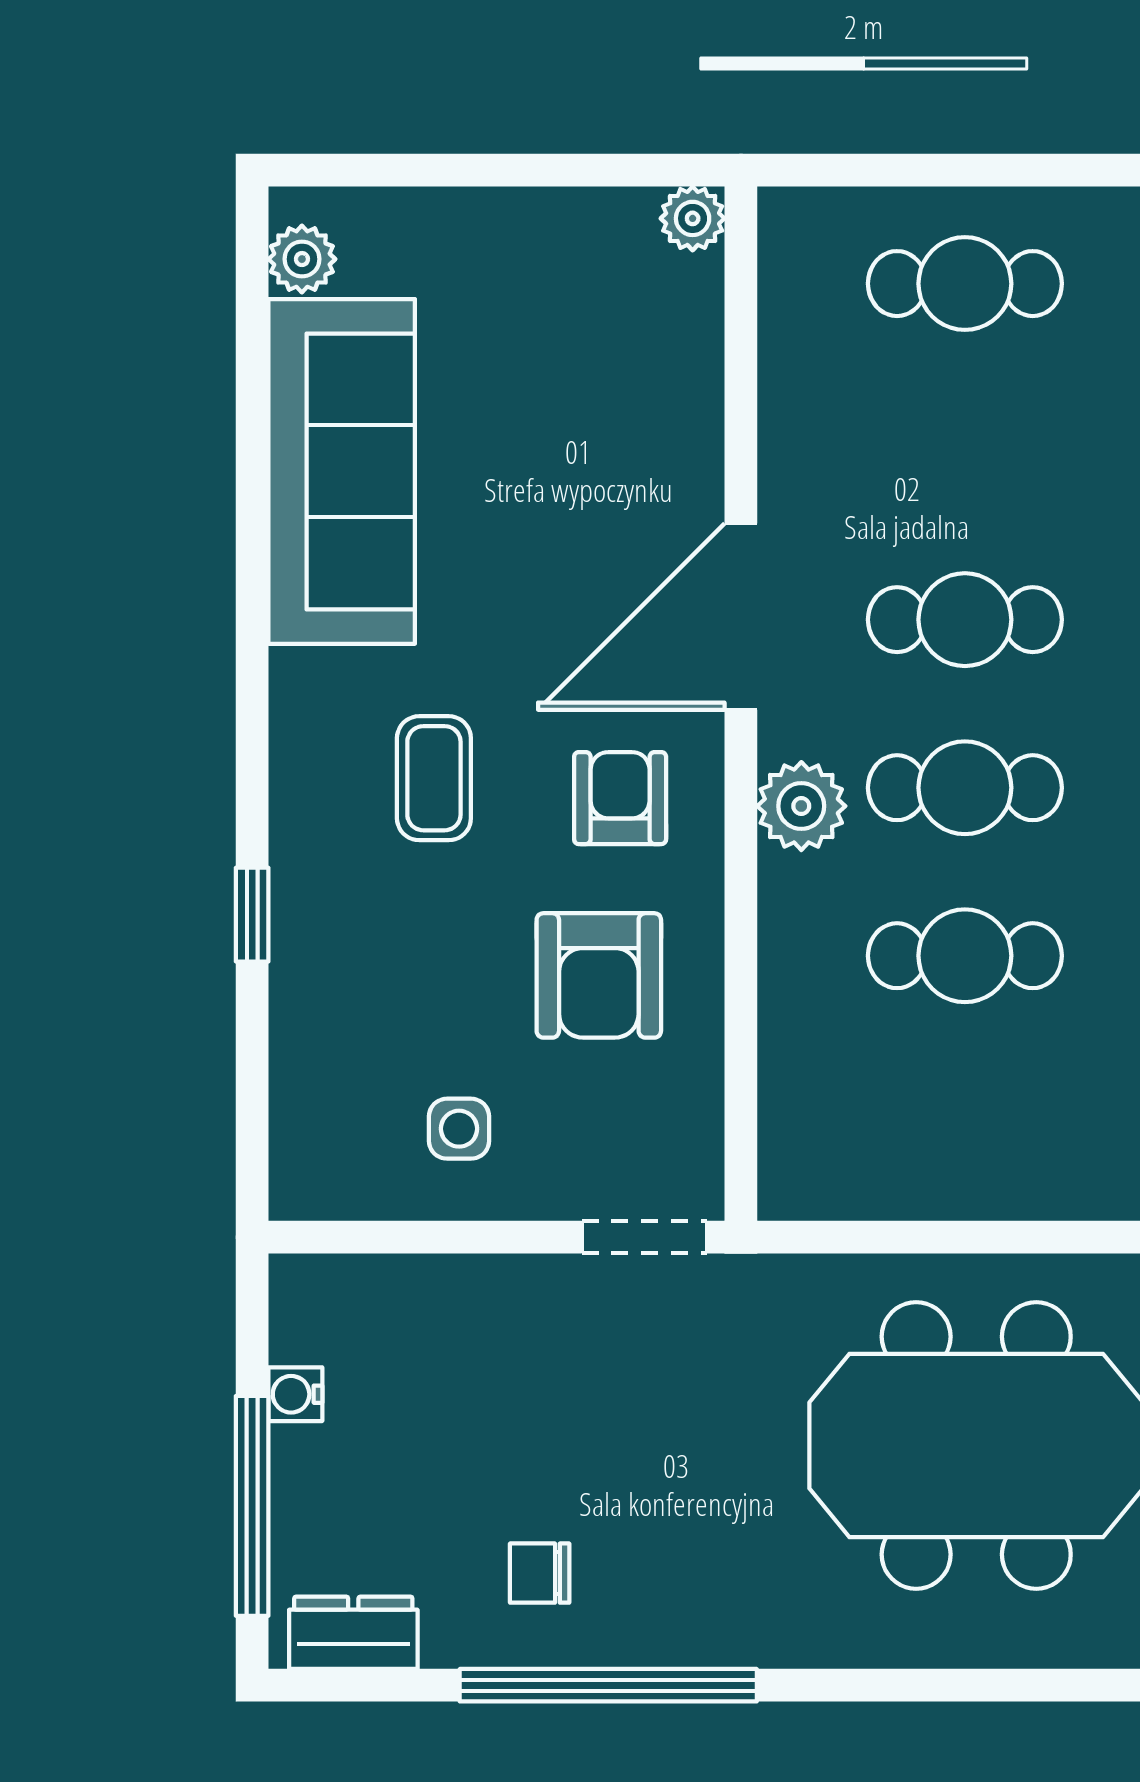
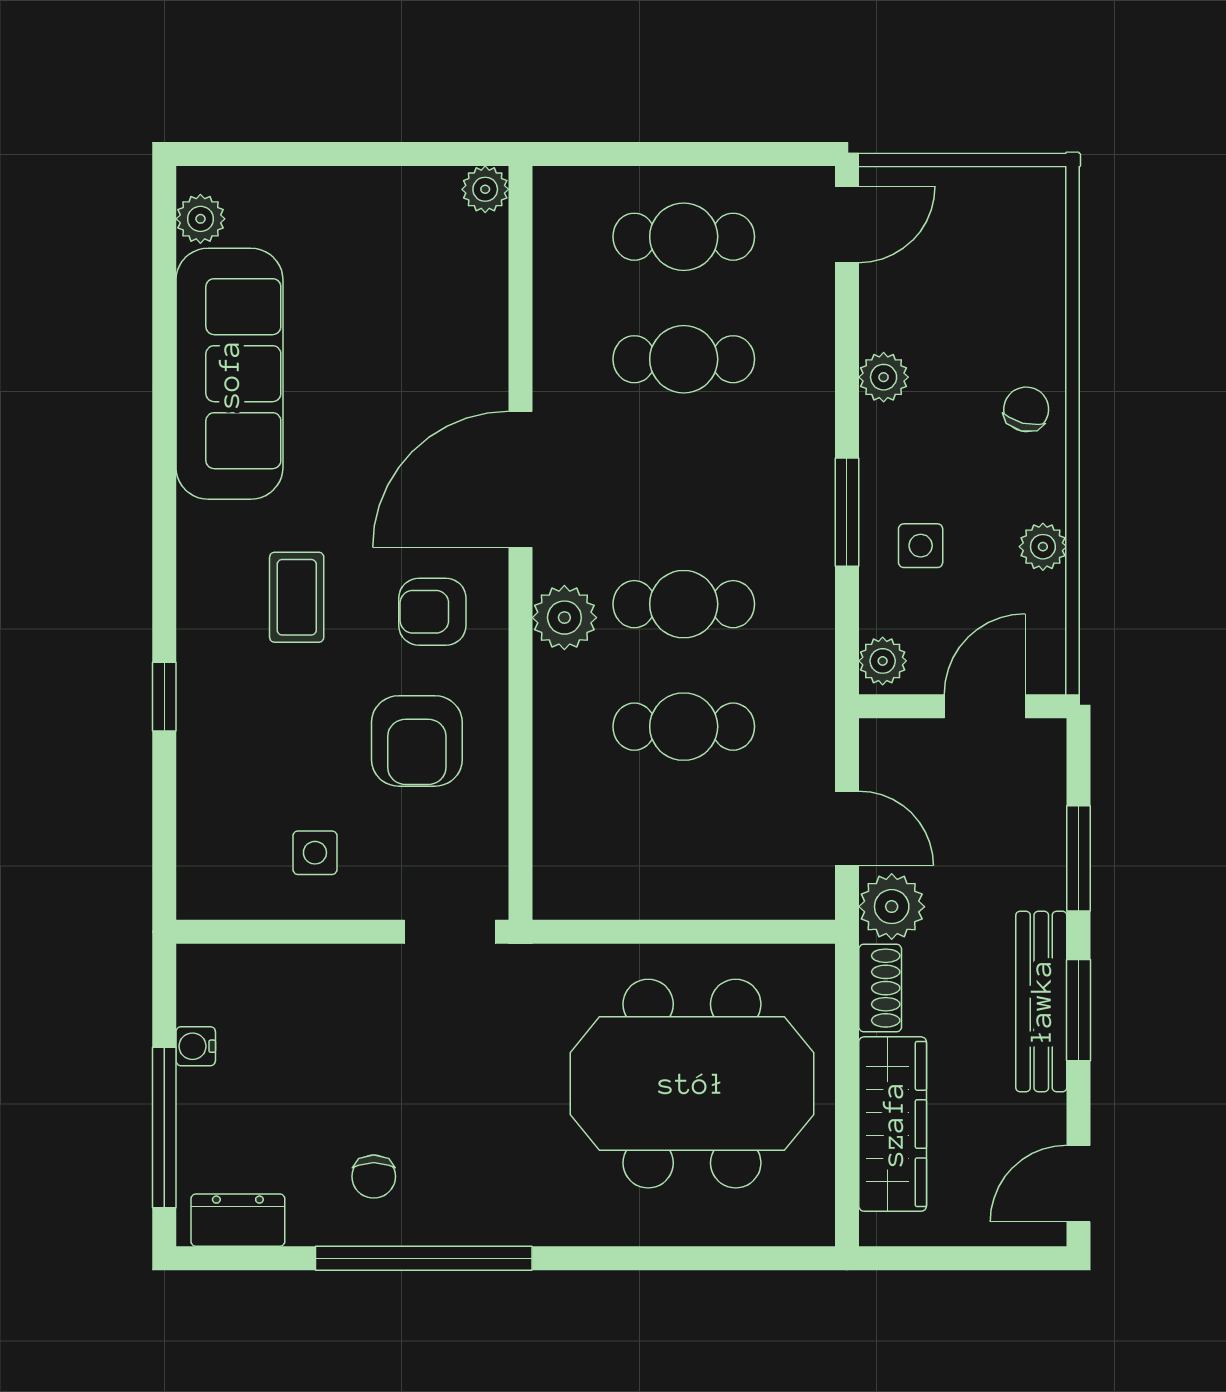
cafe table: (965, 620) -> (684, 359), moved
armchair: (620, 798) -> (432, 612), turned -90
chair: (540, 1573) -> (374, 1177), turned -90

